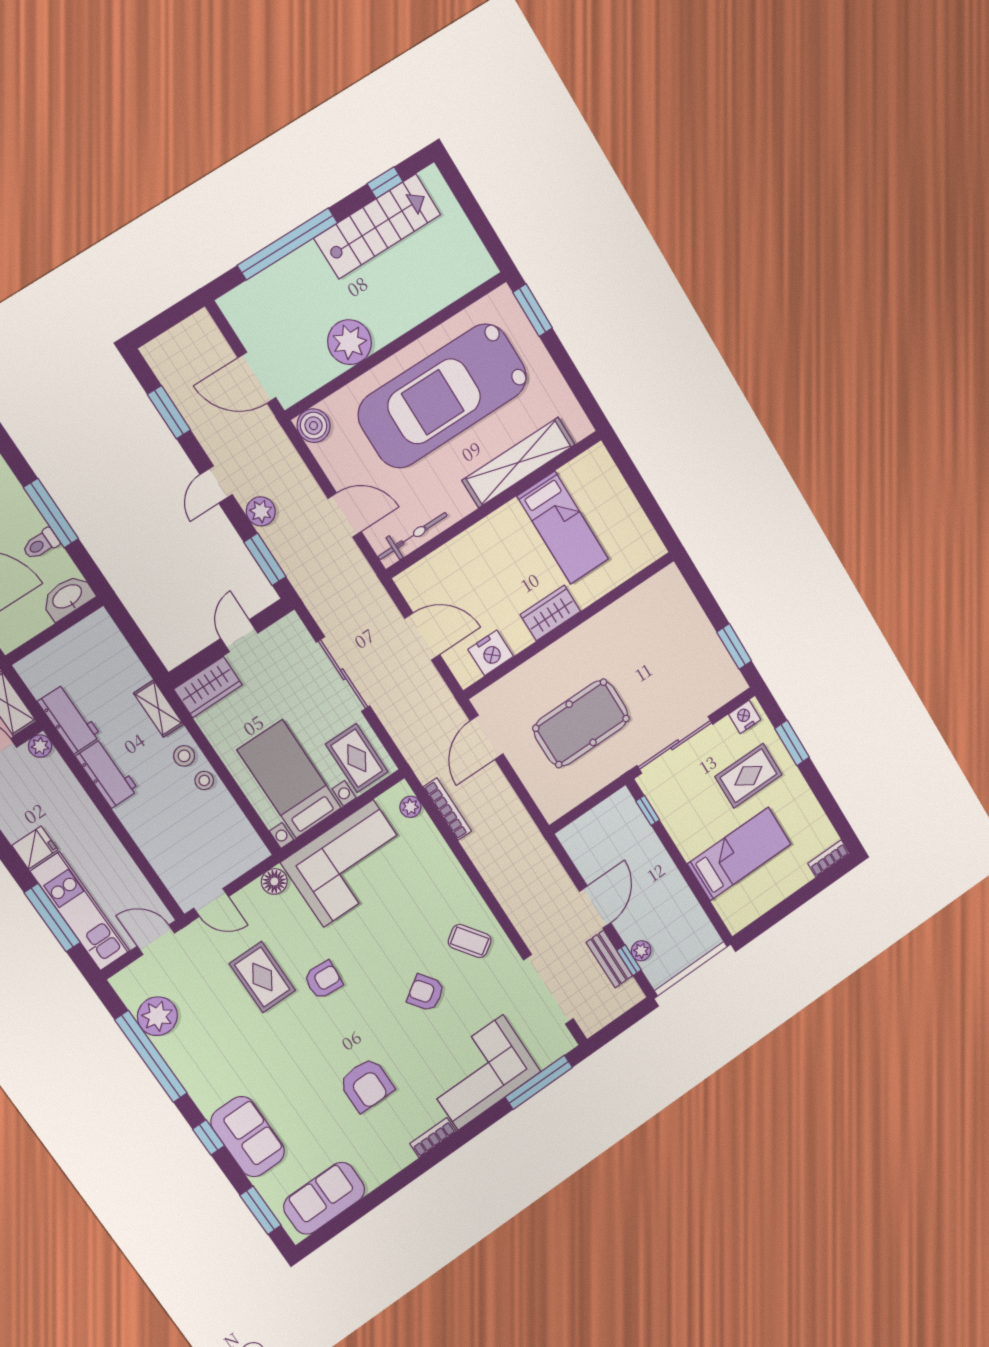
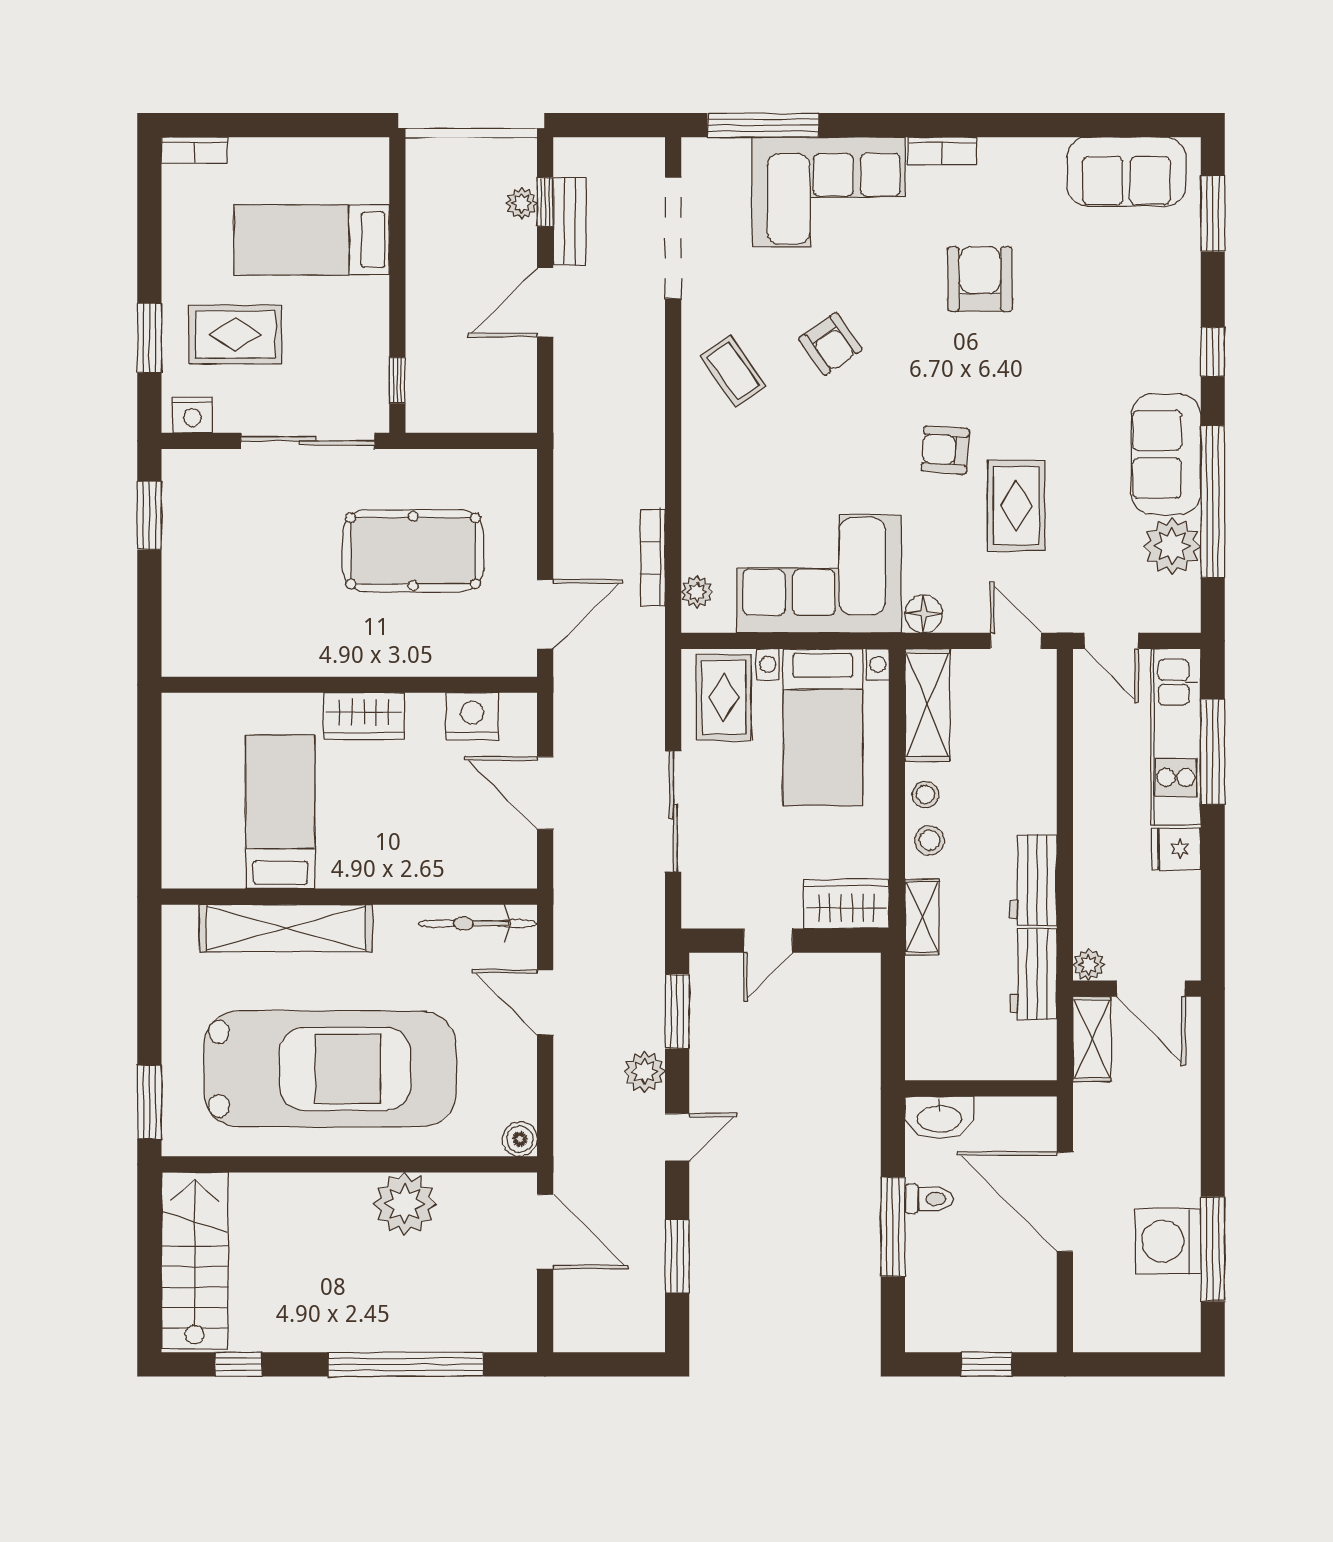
stairs: (377, 226) -> (195, 1261), moved, turned 90
boiler: (314, 426) -> (520, 1139), width x0.73, depth x0.73
shelving: (238, 832) -> (927, 705), added
sofa: (248, 1137) -> (1166, 454), moved

